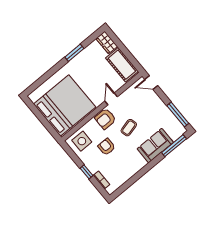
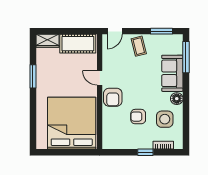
window: (178, 114) -> (162, 31), width x0.69
coffee table: (129, 128) -> (139, 46), moved
side table: (82, 141) -> (165, 119), moved
floor lamp: (141, 163) -> (177, 99), added

